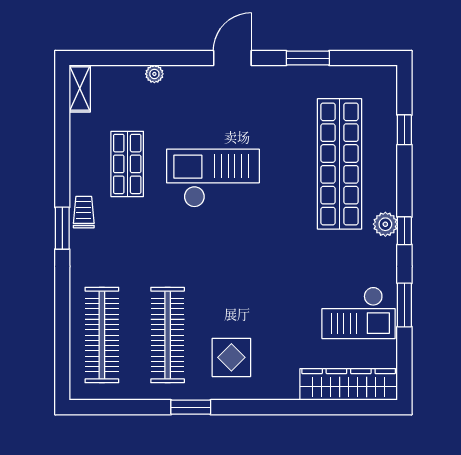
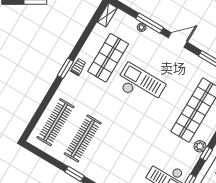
window: (164, 58) -> (150, 23), added
shop shelf: (127, 164) -> (108, 58), width x1.43, depth x1.36
display table: (231, 357) -> (104, 163), removed

